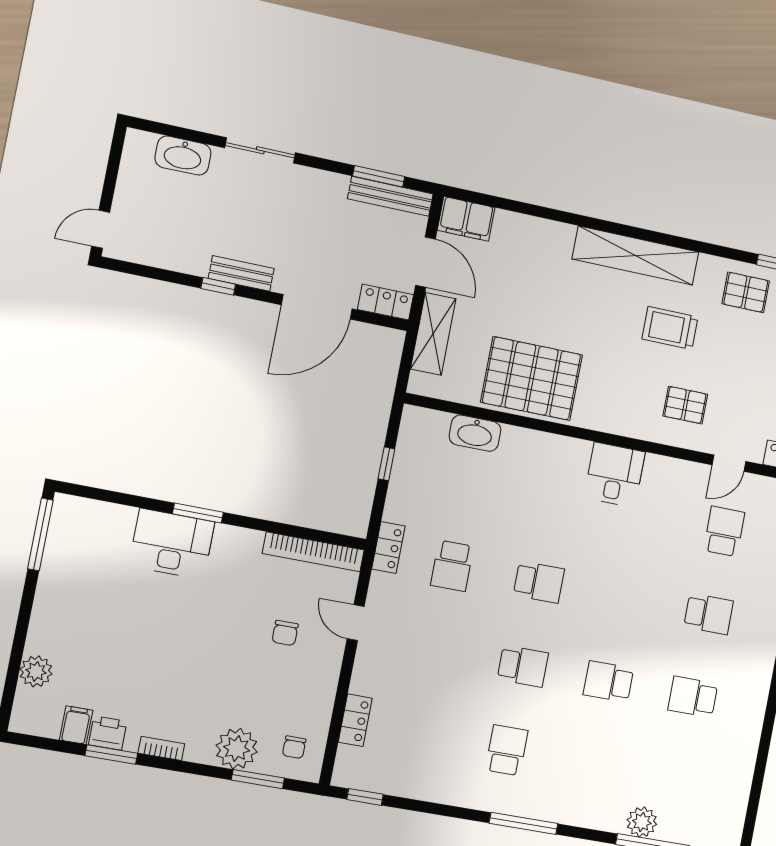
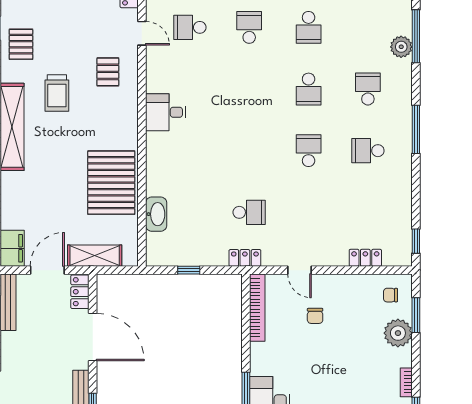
school desk: (539, 582) -> (368, 89), moved
door: (356, 623) -> (300, 270), hinge flipped
chair: (285, 633) -> (315, 316), turned 90
chair: (294, 747) -> (391, 295), turned 180

